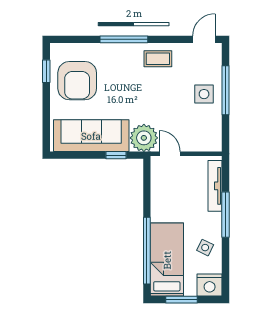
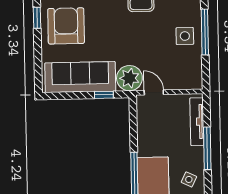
armchair: (77, 81) -> (66, 26), turned 180

